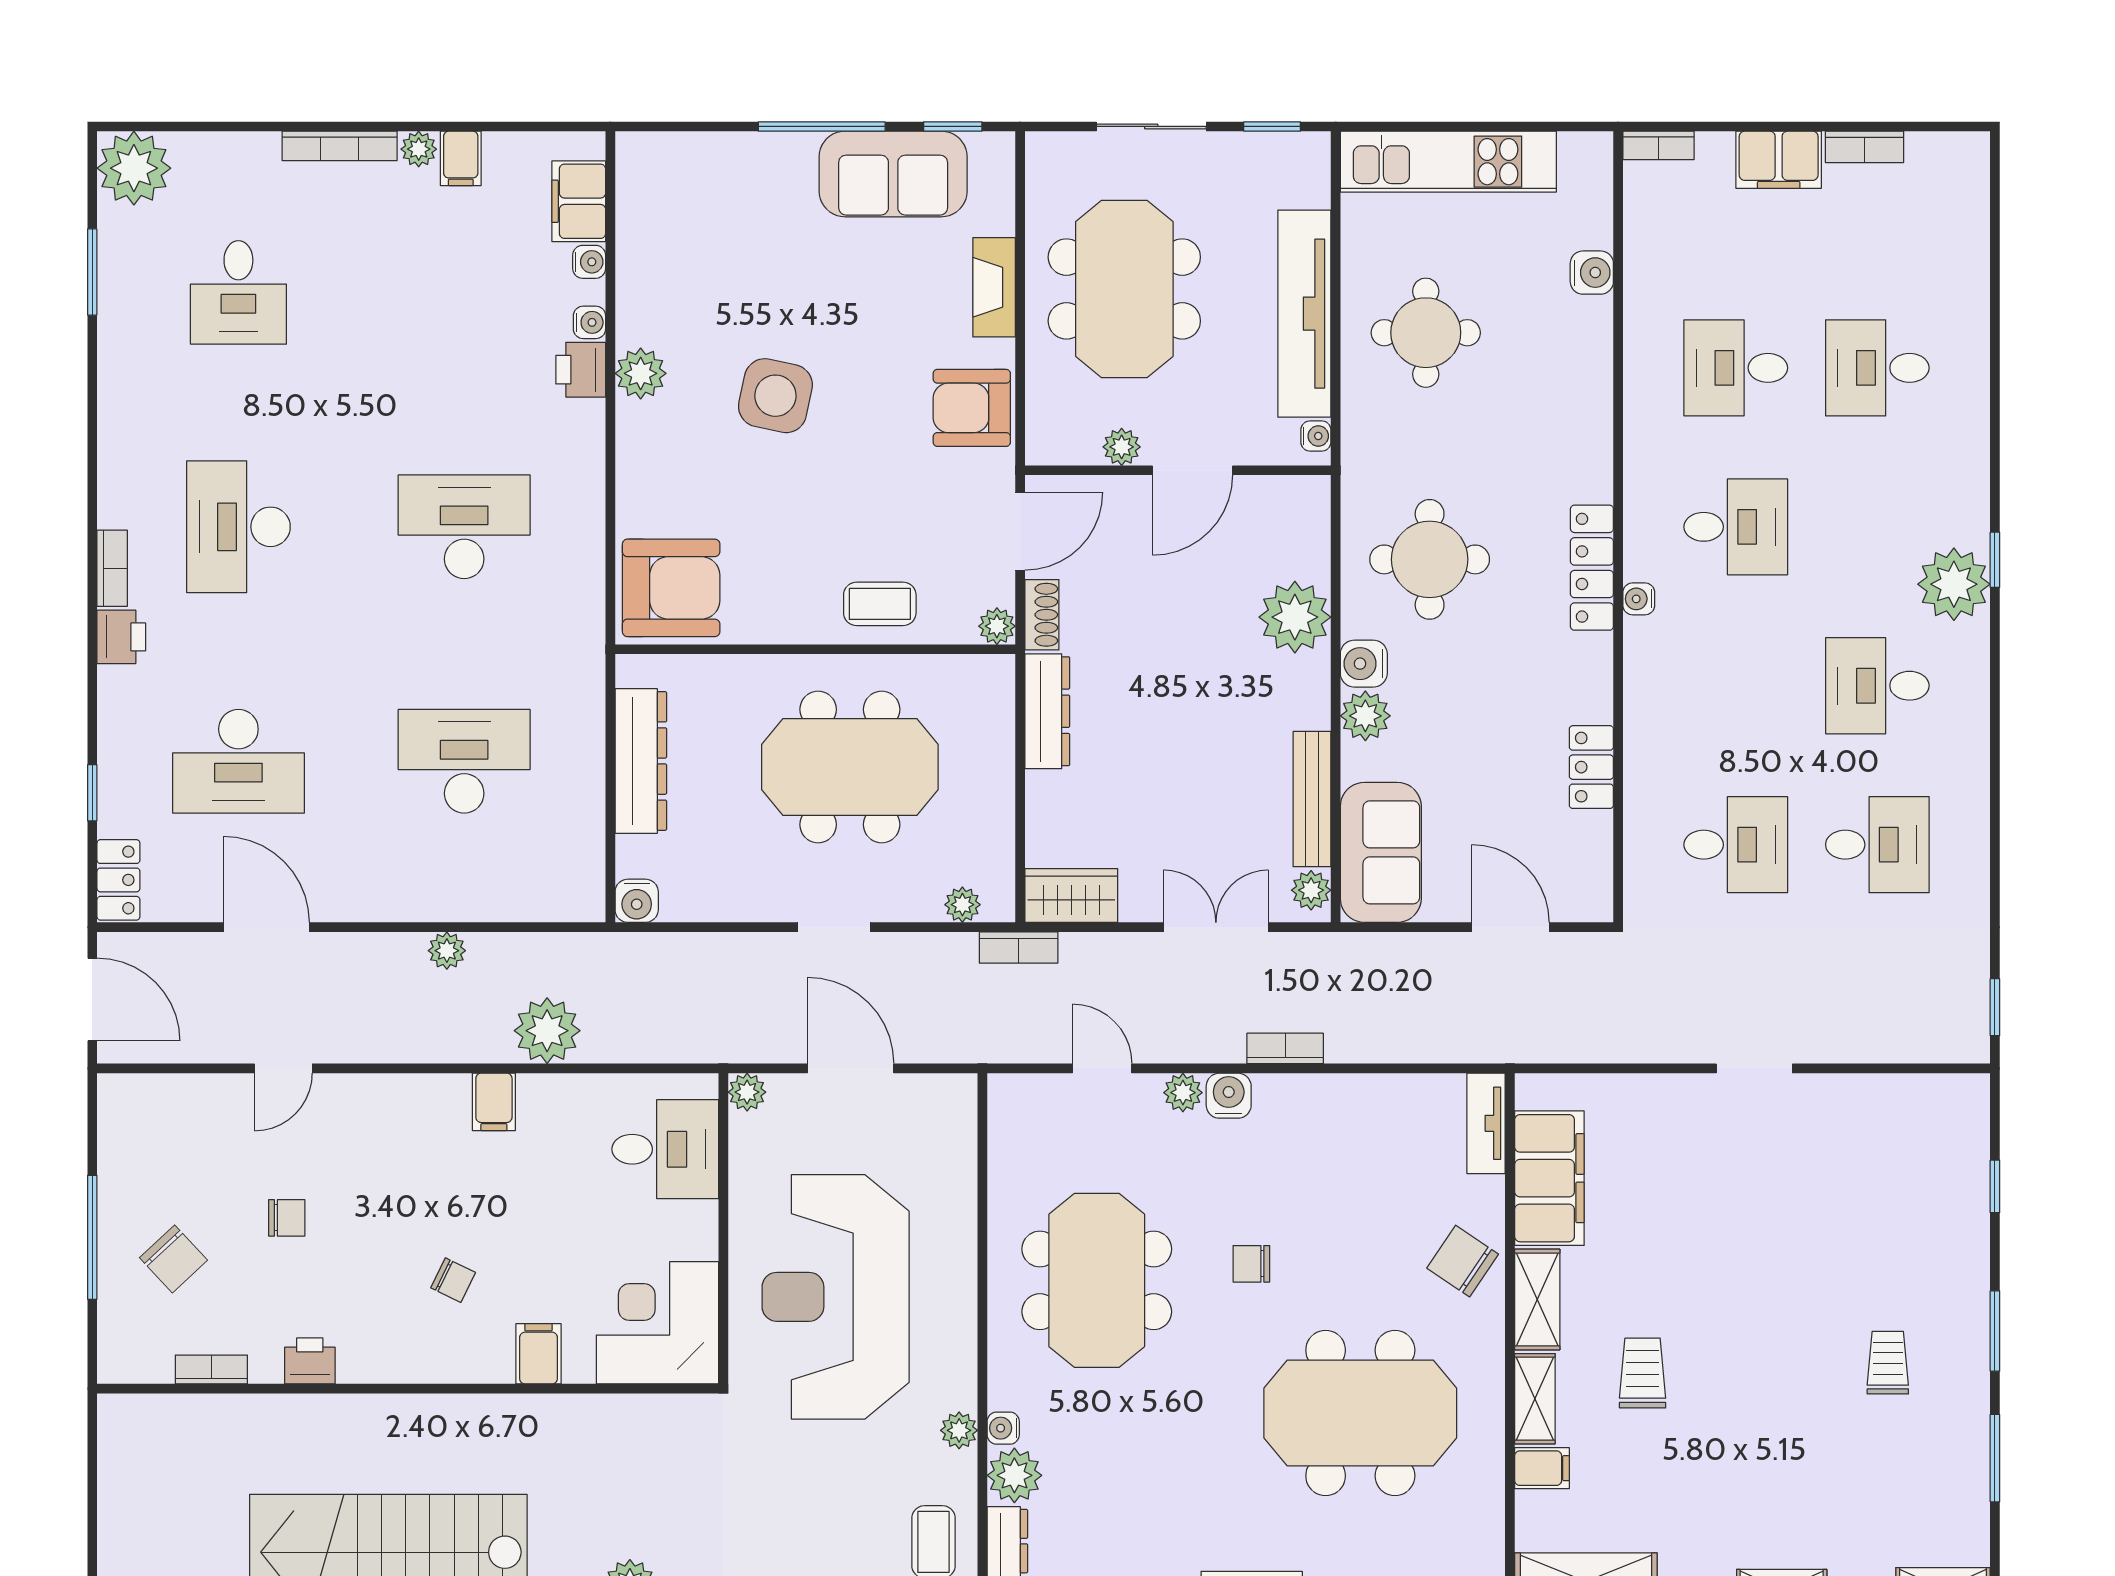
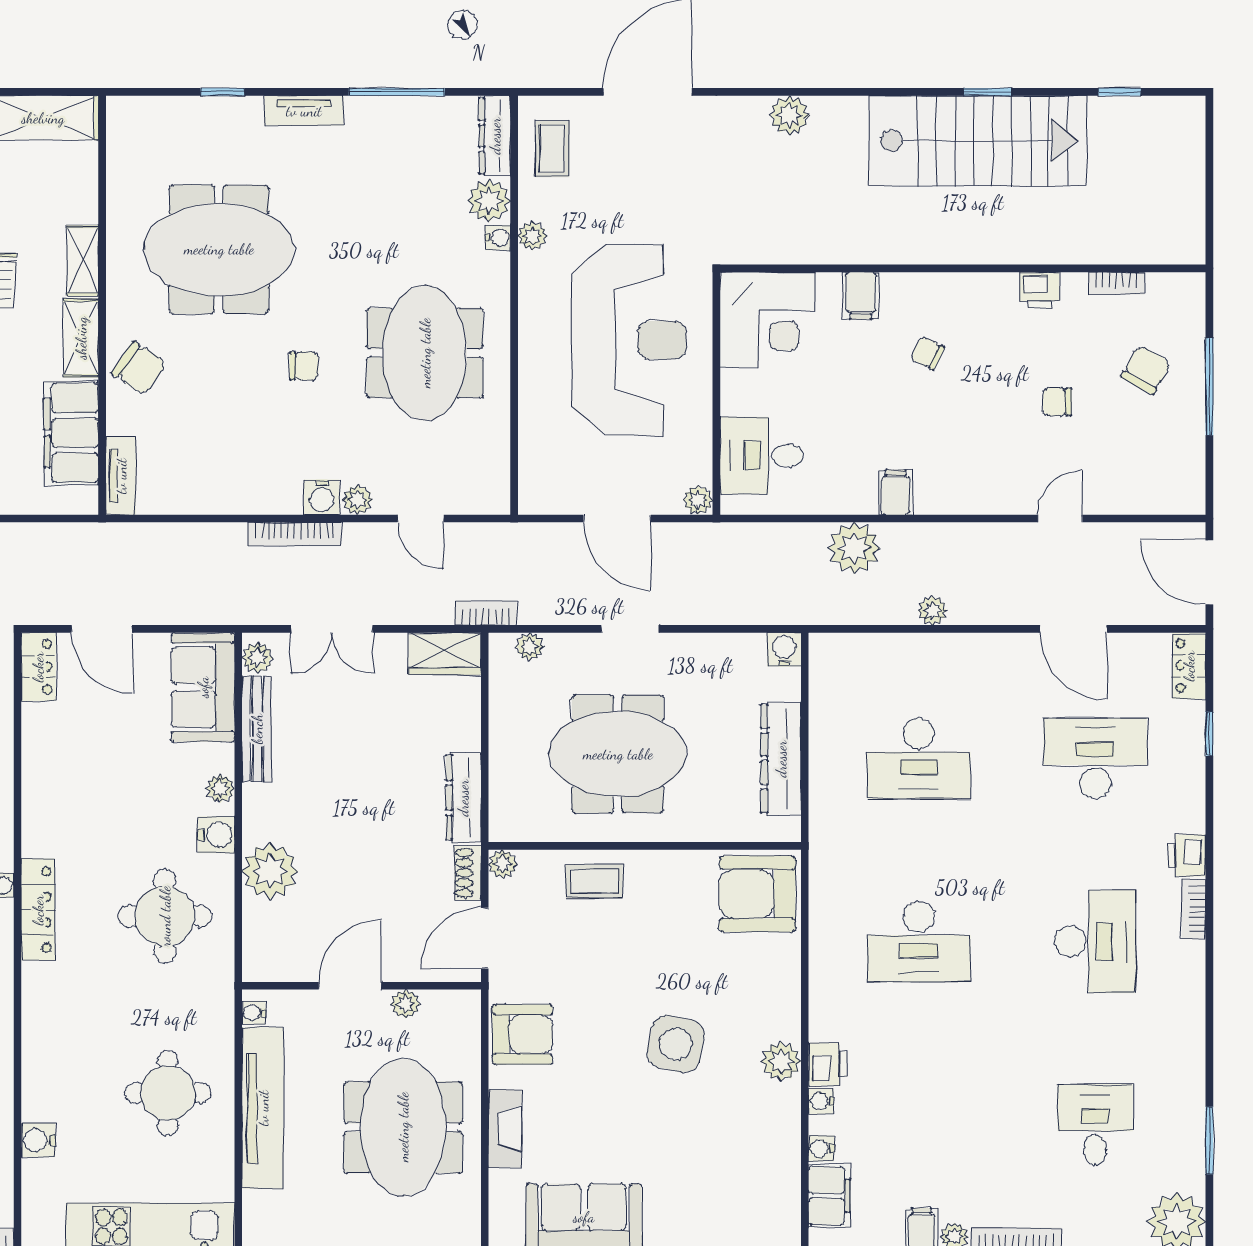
plant: (1365, 716) -> (220, 789), width x0.73, depth x0.73
locker: (1591, 767) -> (38, 667), moved
bookcase: (1285, 1048) -> (294, 534), width x1.56
chair: (173, 1259) -> (1146, 370), turned 72
filing cabinet: (1542, 1468) -> (77, 206), removed

